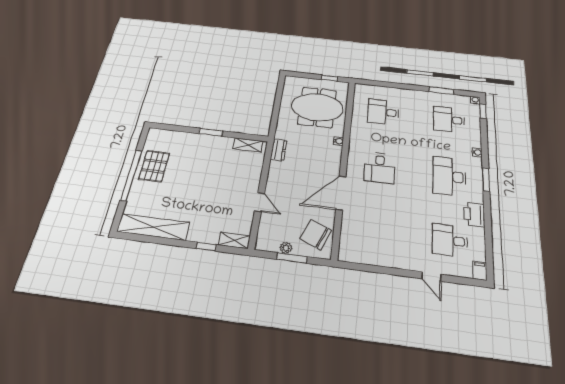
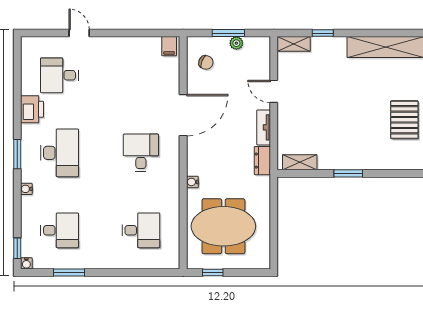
tv unit: (273, 175) -> (264, 127), added
chair: (316, 234) -> (206, 62), width x0.54, depth x0.54
desk: (450, 240) -> (59, 75), turned 180
filing cabinet: (480, 271) -> (169, 46), moved

